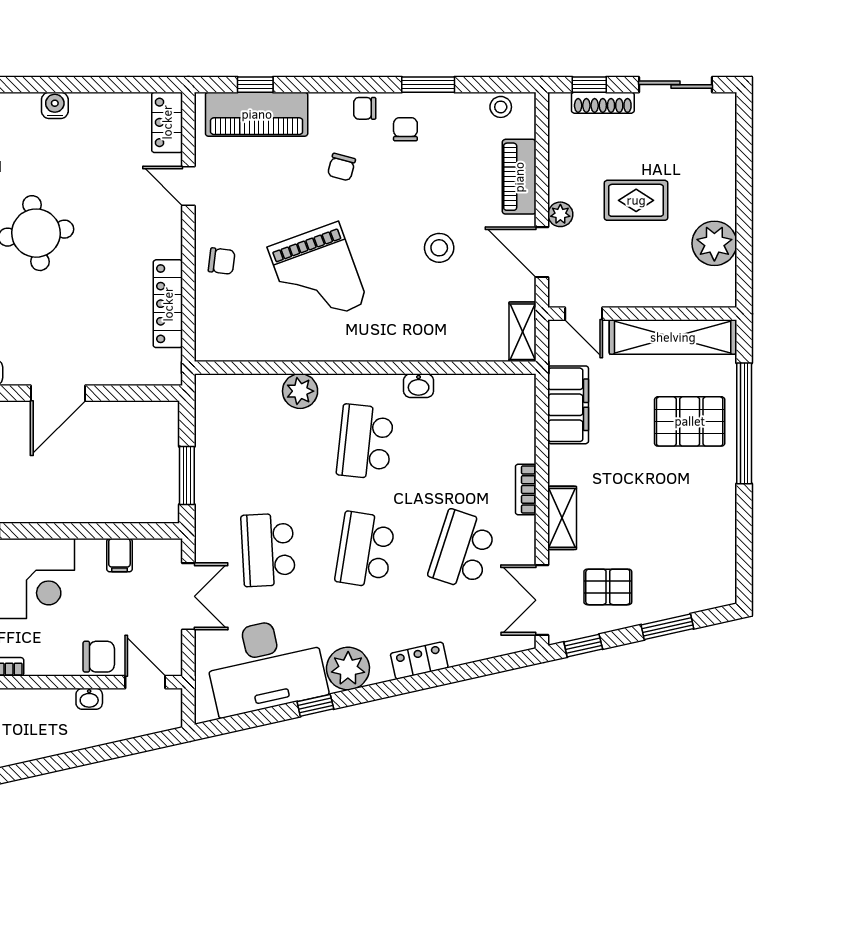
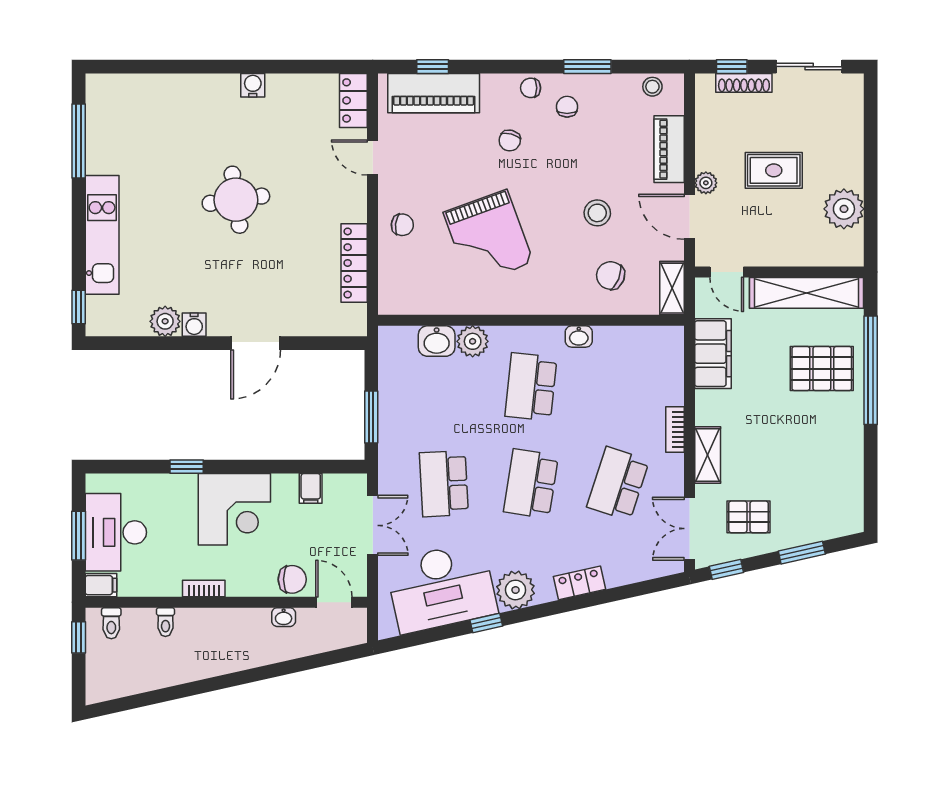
chair: (454, 318) -> (611, 275), added
washbasin: (260, 391) -> (437, 341), added

